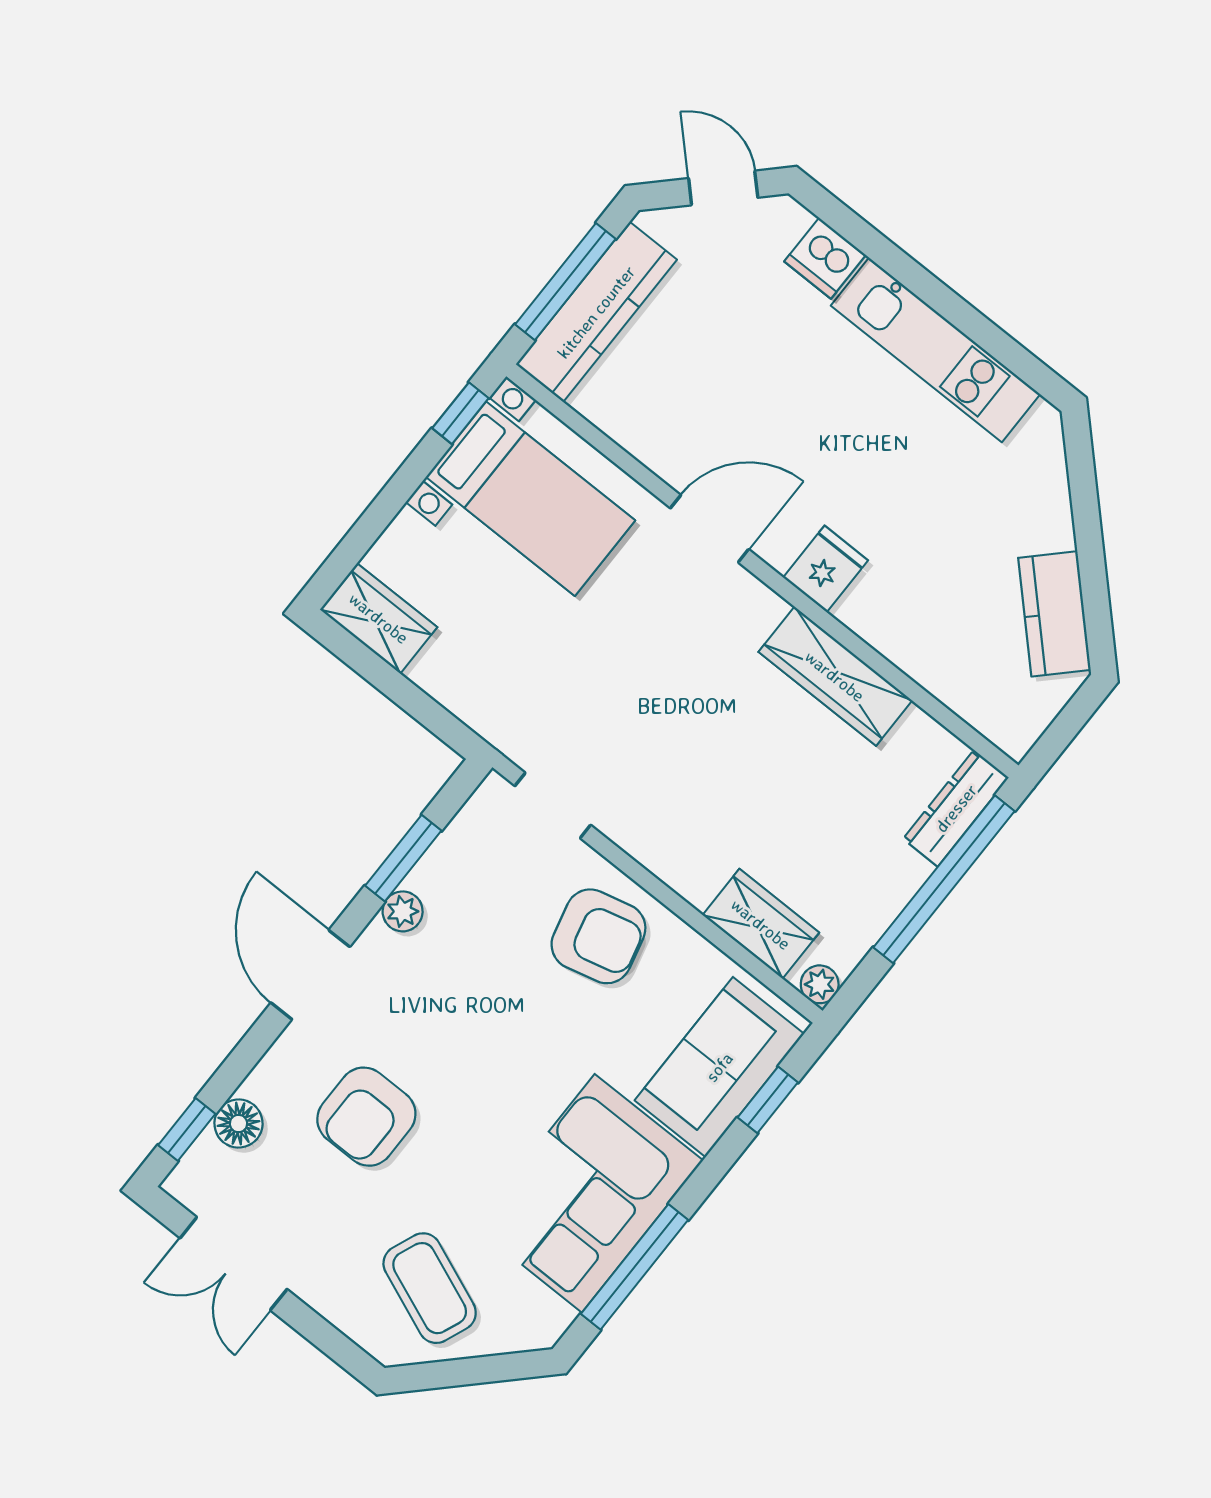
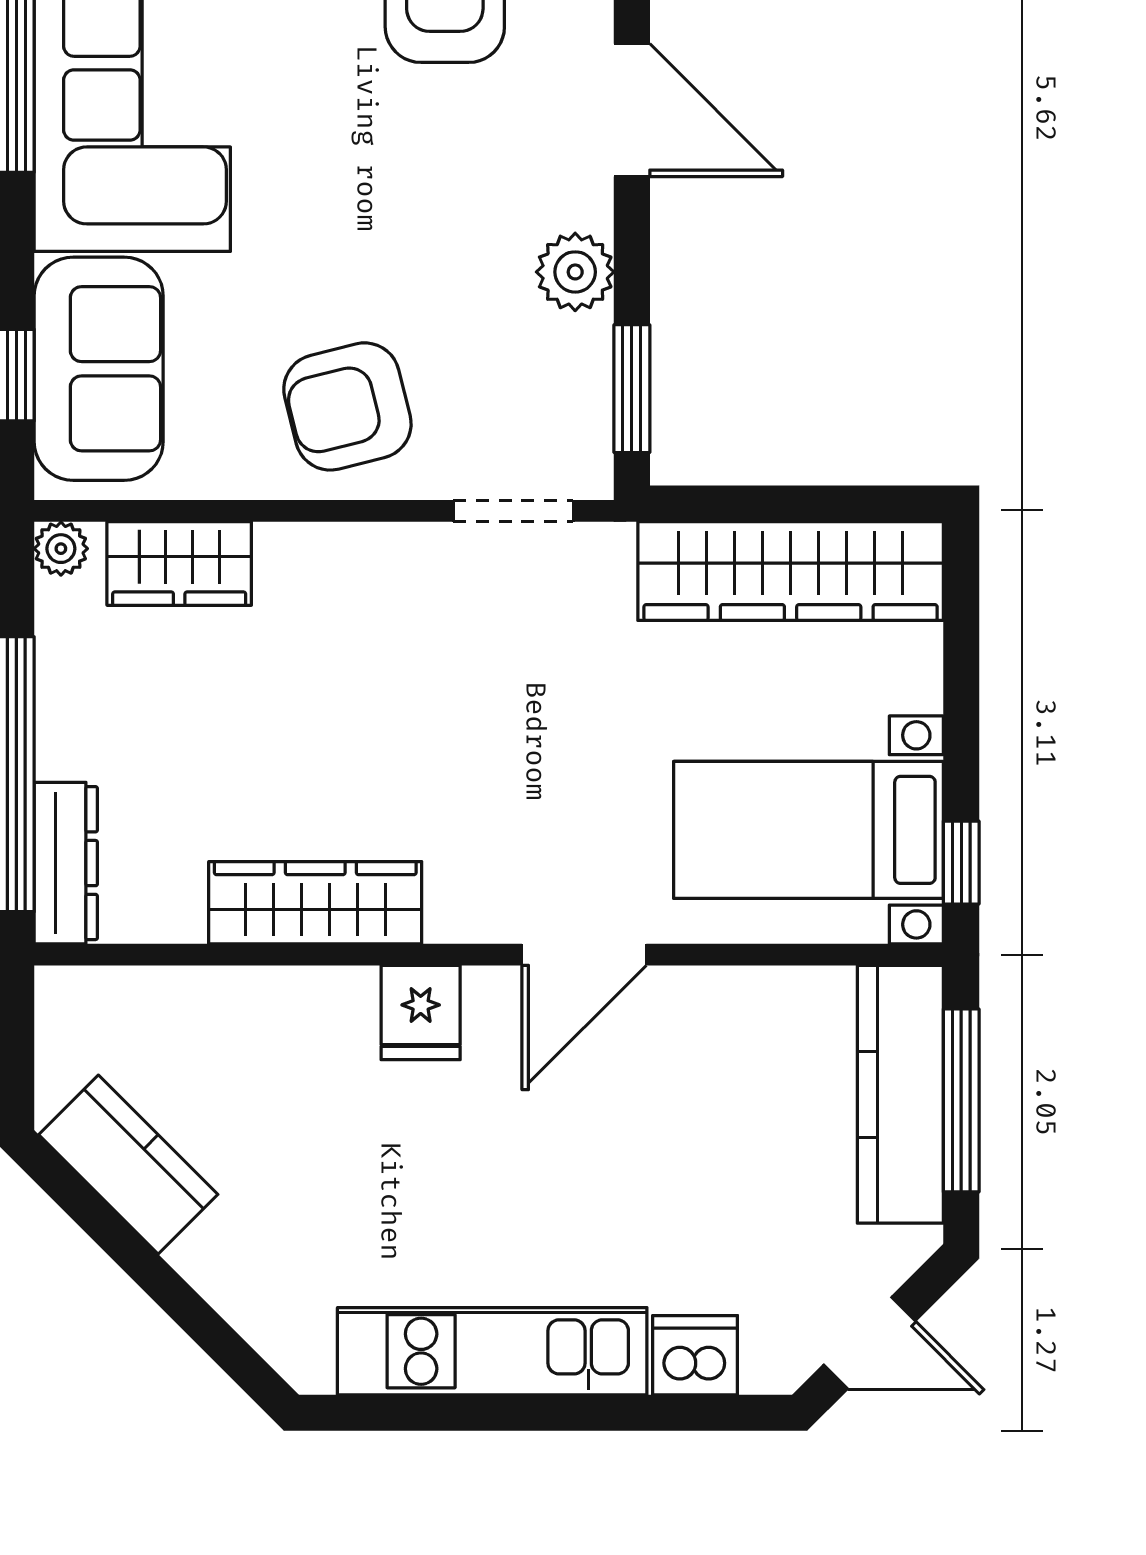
wardrobe: (379, 618) -> (791, 571), width x2.10, depth x1.17
window: (403, 858) -> (632, 389), moved
plant: (403, 911) -> (575, 272), width x1.38, depth x1.38

